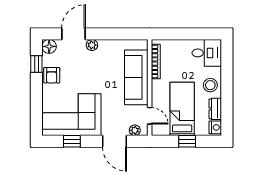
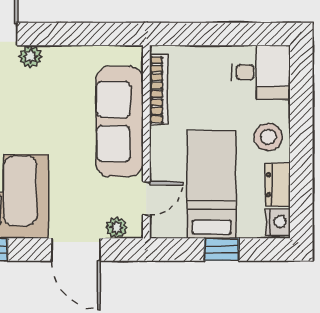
door: (150, 116) -> (146, 199), hinge flipped

